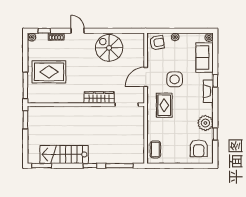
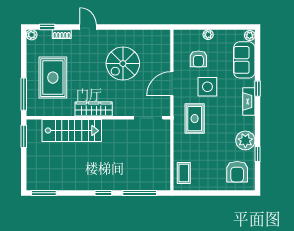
armchair: (157, 43) -> (198, 59), moved, turned 99
spiral stairs: (109, 48) -> (123, 64), moved, turned -90
rug: (49, 72) -> (53, 78), turned 90
wardrobe: (99, 97) -> (94, 109), moved
stairs: (64, 154) -> (72, 131), moved, turned 180

